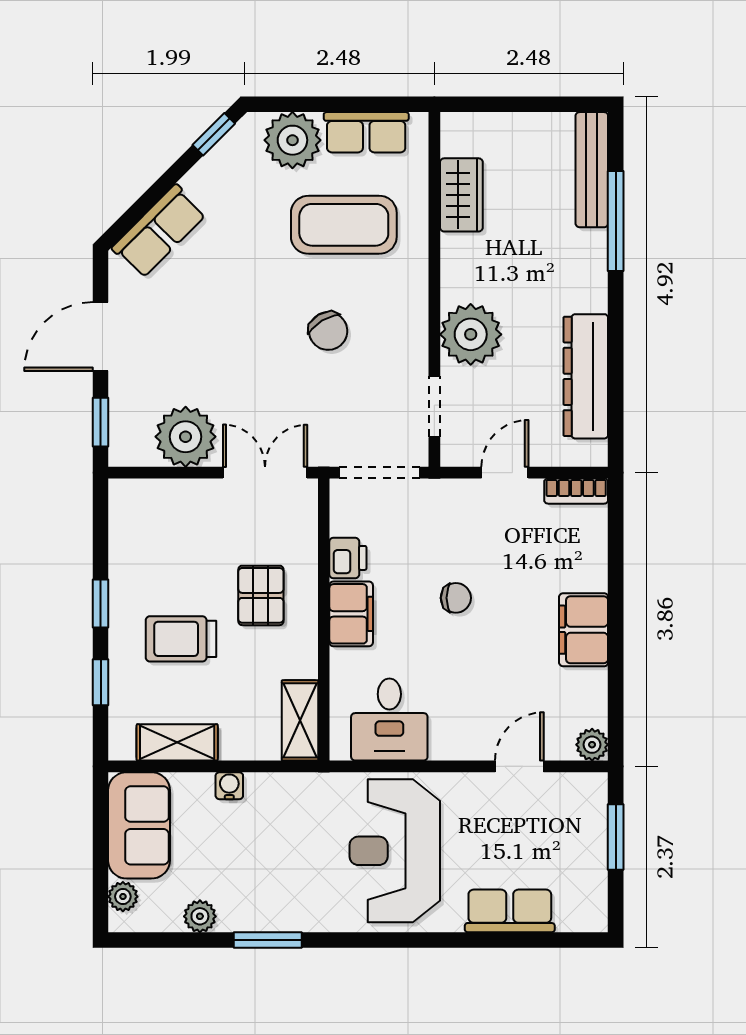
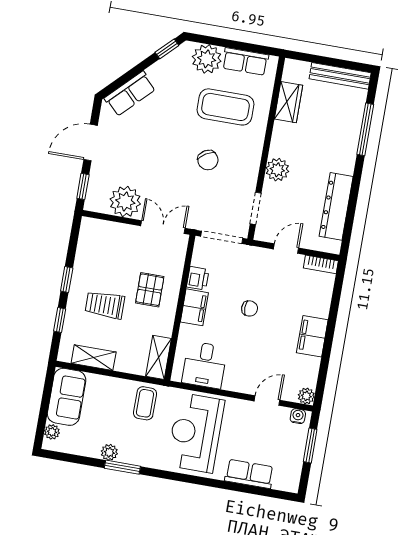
bench: (592, 170) -> (340, 76), moved, turned 90
plant: (471, 334) -> (277, 170), width x0.73, depth x0.73
water cooler: (229, 786) -> (298, 416), moved
coffee table: (289, 812) -> (145, 403), added
plant: (200, 916) -> (109, 452), moved

